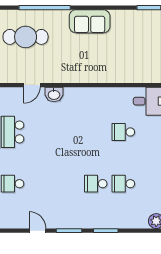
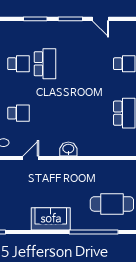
door: (32, 85) -> (31, 158), moved
washbasin: (54, 94) -> (68, 149), moved
school desk: (96, 184) -> (45, 64), width x1.85

